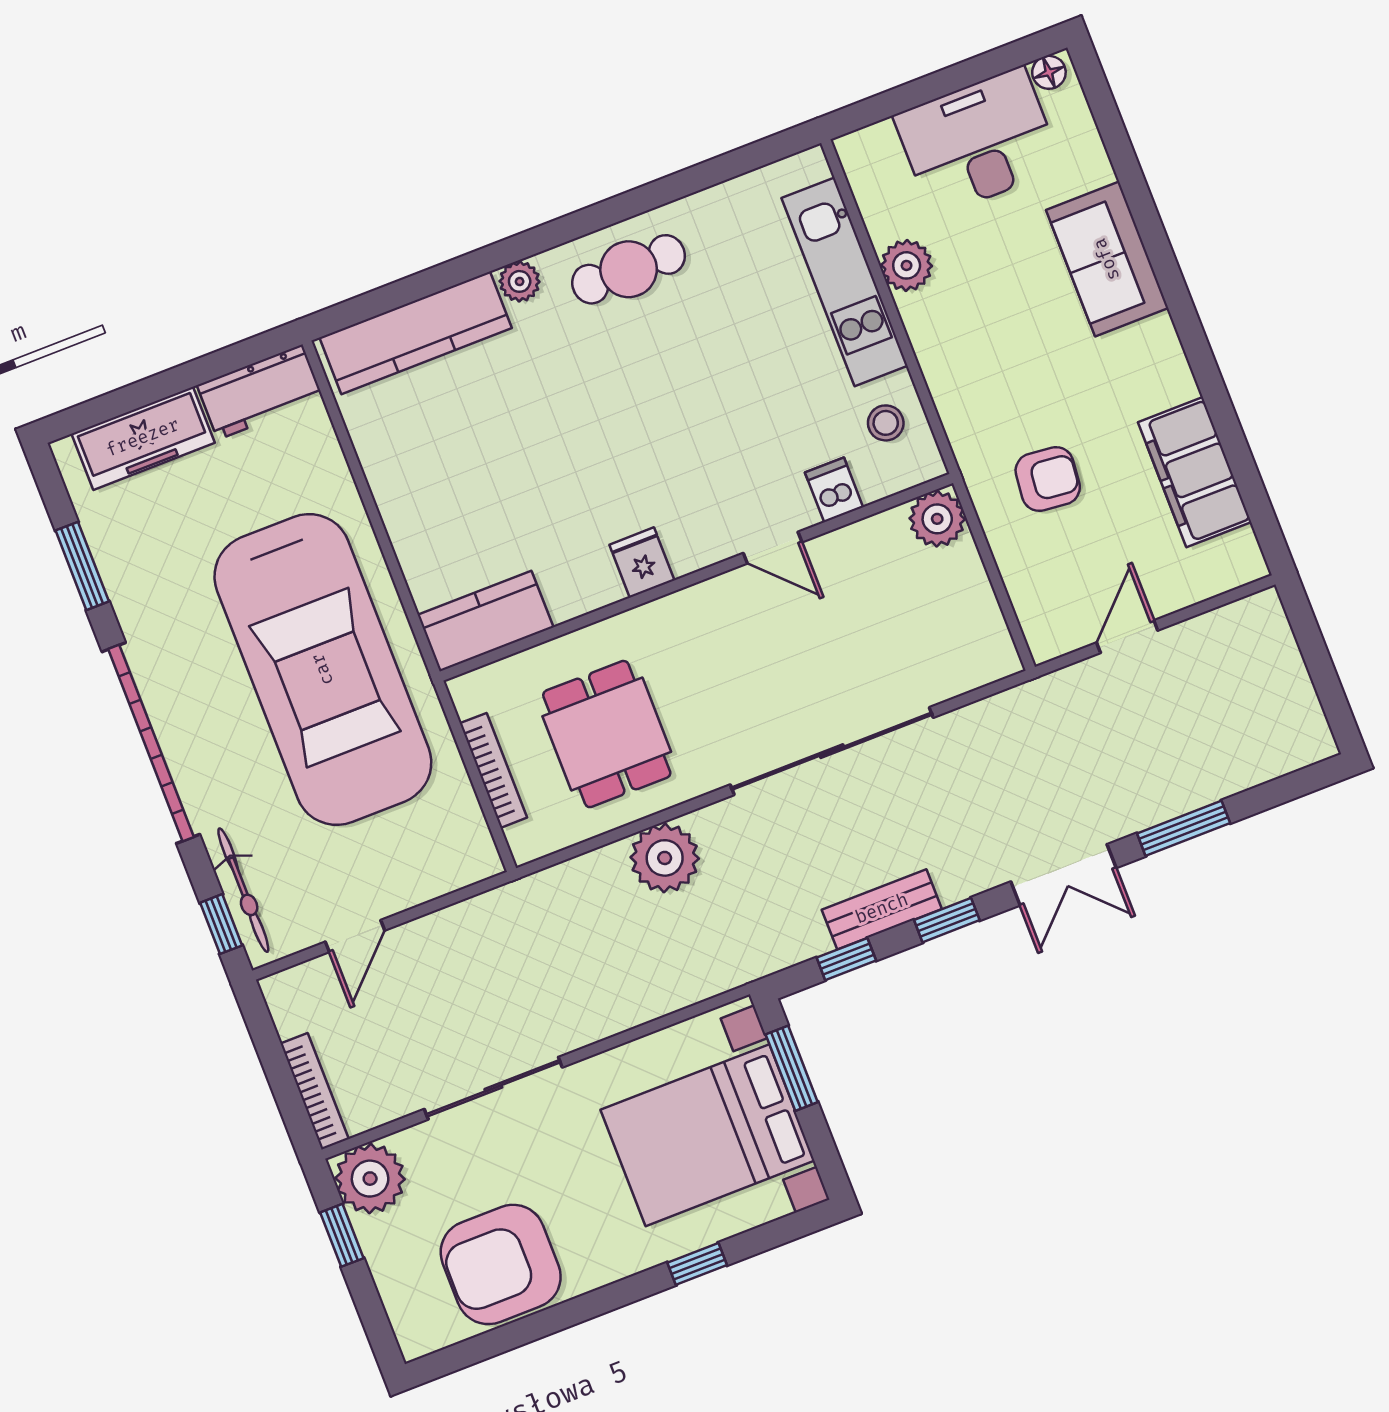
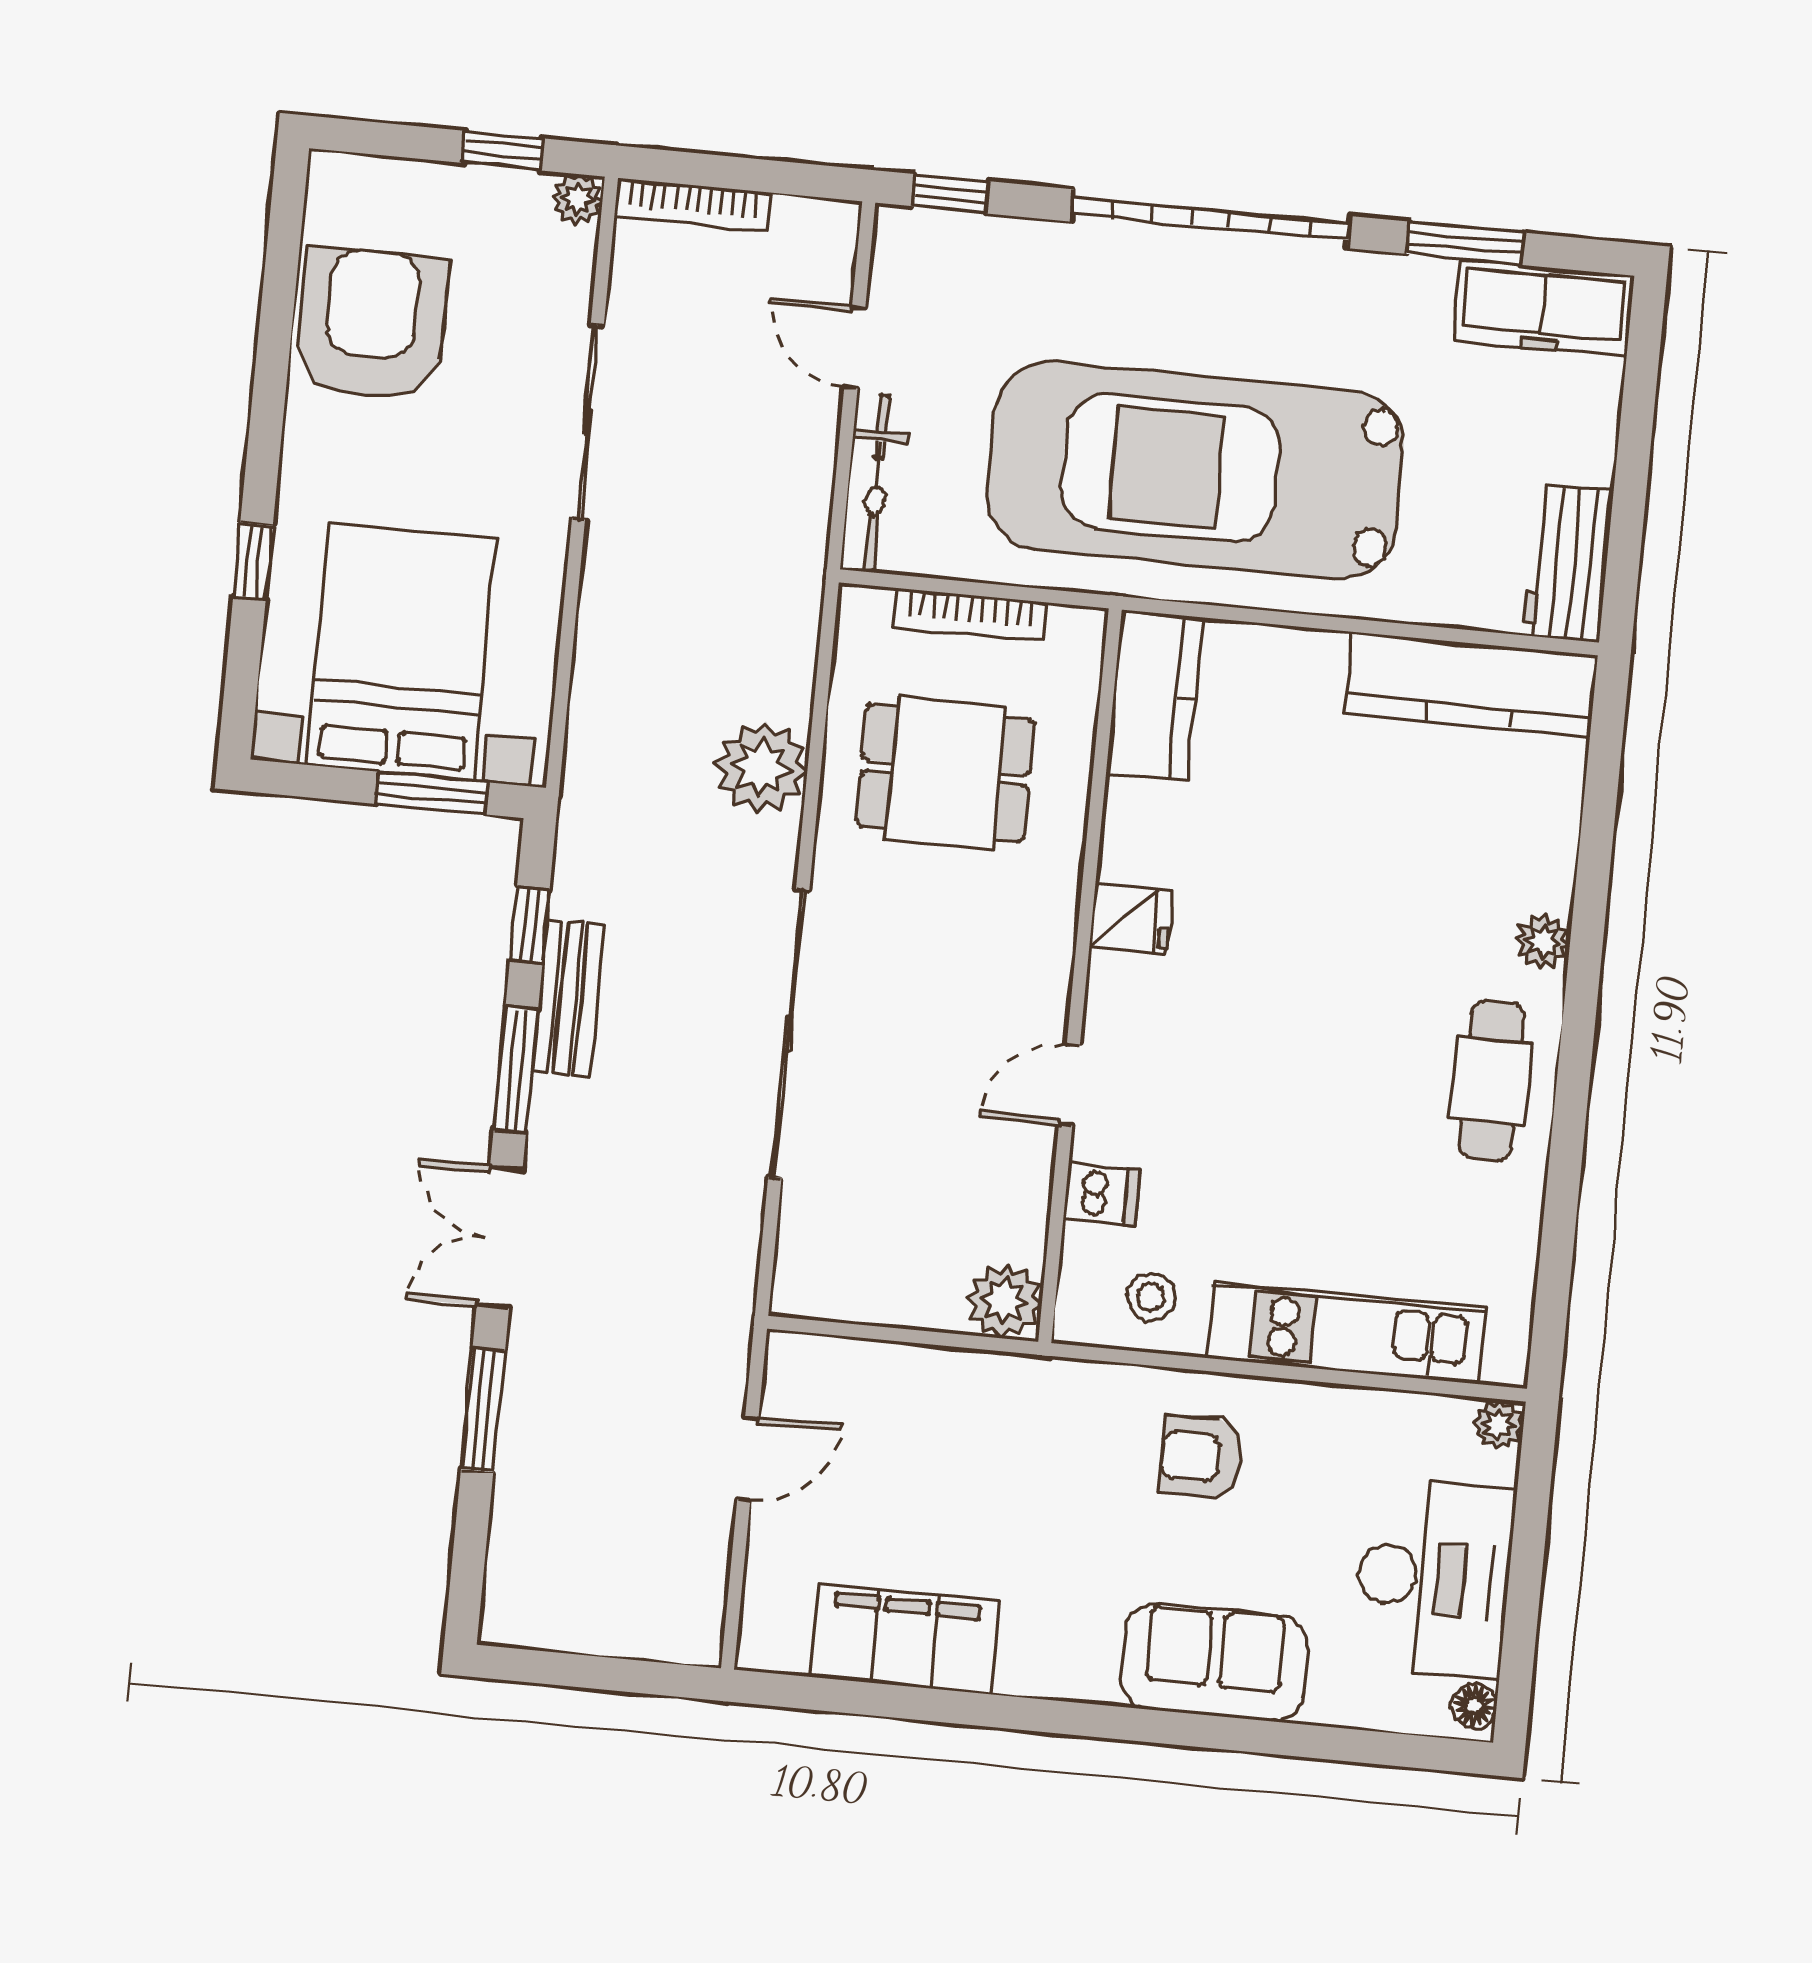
plant: (907, 265) -> (1499, 1424), moved, width x0.73, depth x0.73
kitchen counter: (416, 333) -> (1471, 684), moved, turned -90
freezer: (143, 438) -> (1543, 308), moved, turned -90
armchair: (1048, 479) -> (1201, 1458), moved, turned 84
door: (1127, 637) -> (748, 1458), hinge flipped
bicycle: (243, 890) -> (877, 483), moved, turned -90
window: (947, 920) -> (516, 1069), width x1.50
plant: (370, 1179) -> (578, 199), width x0.53, depth x0.53

